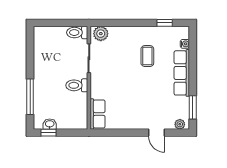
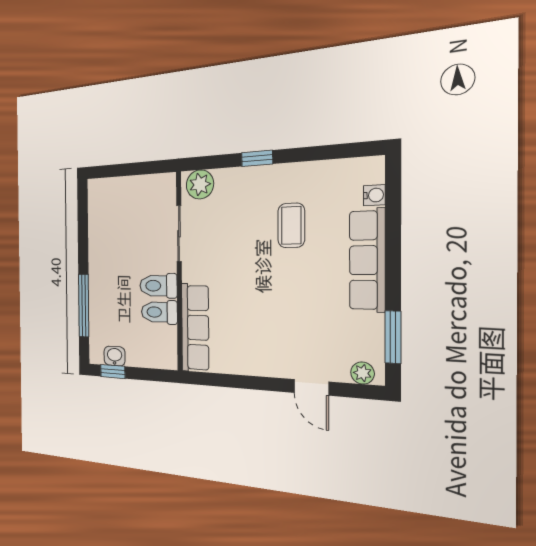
window: (165, 23) -> (257, 158), moved
toilet: (77, 33) -> (159, 312), moved
row of seats: (98, 114) -> (195, 328), width x1.48

